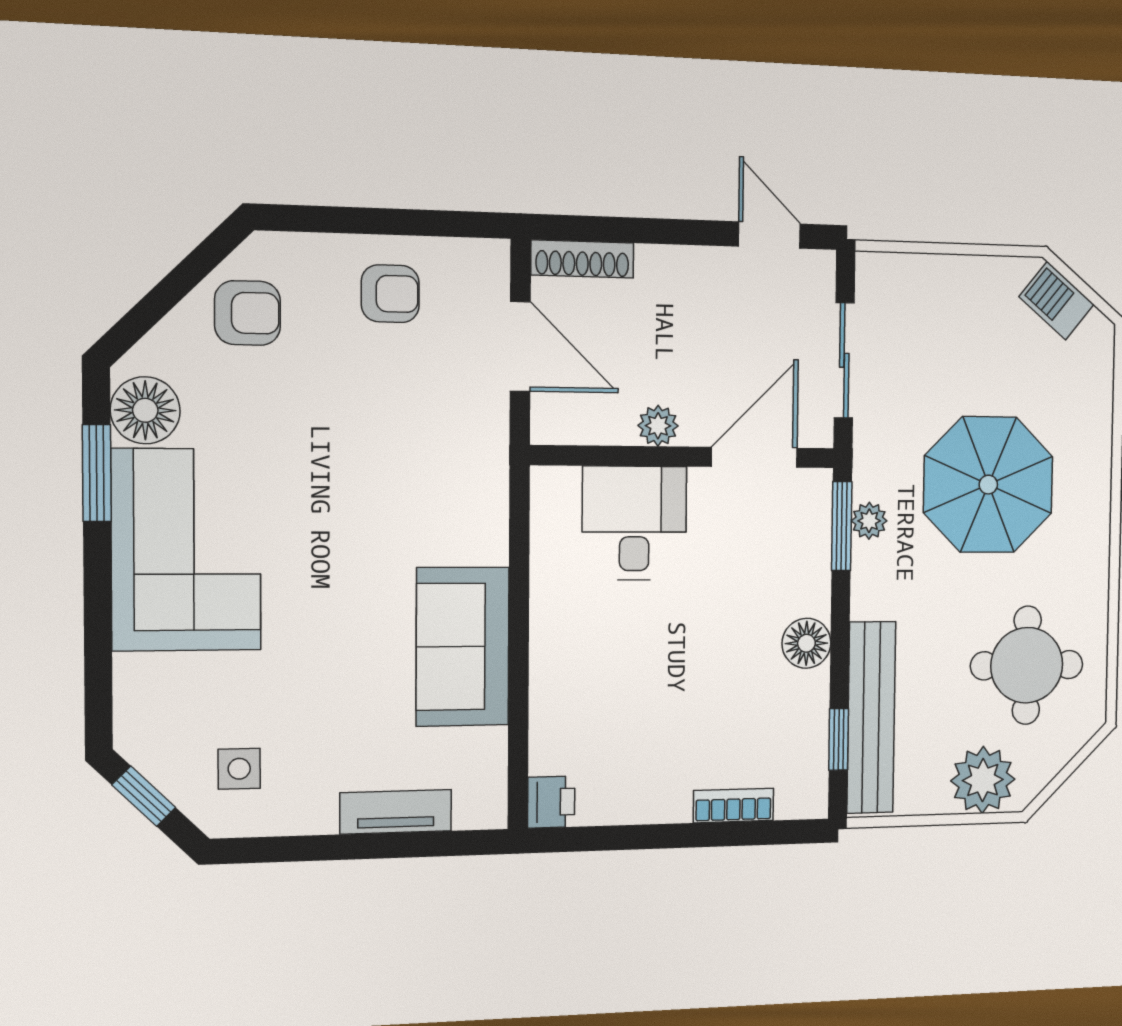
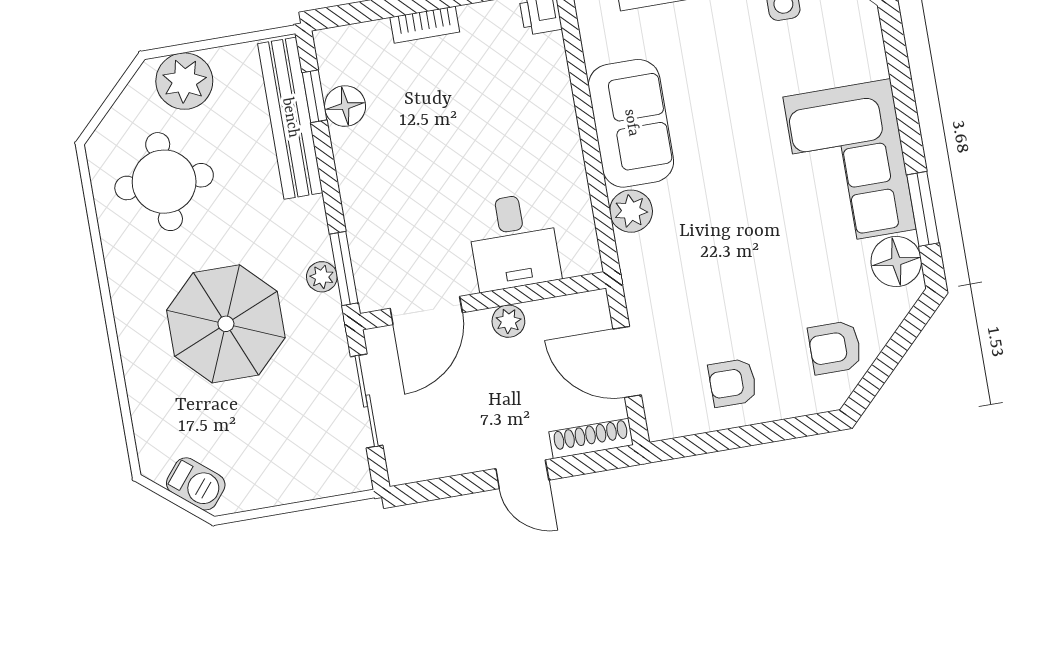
door: (769, 235) -> (522, 474), moved
plant: (482, 536) -> (631, 211), added
floor lamp: (806, 643) -> (345, 106), moved
bookcase: (733, 806) -> (425, 25), moved

